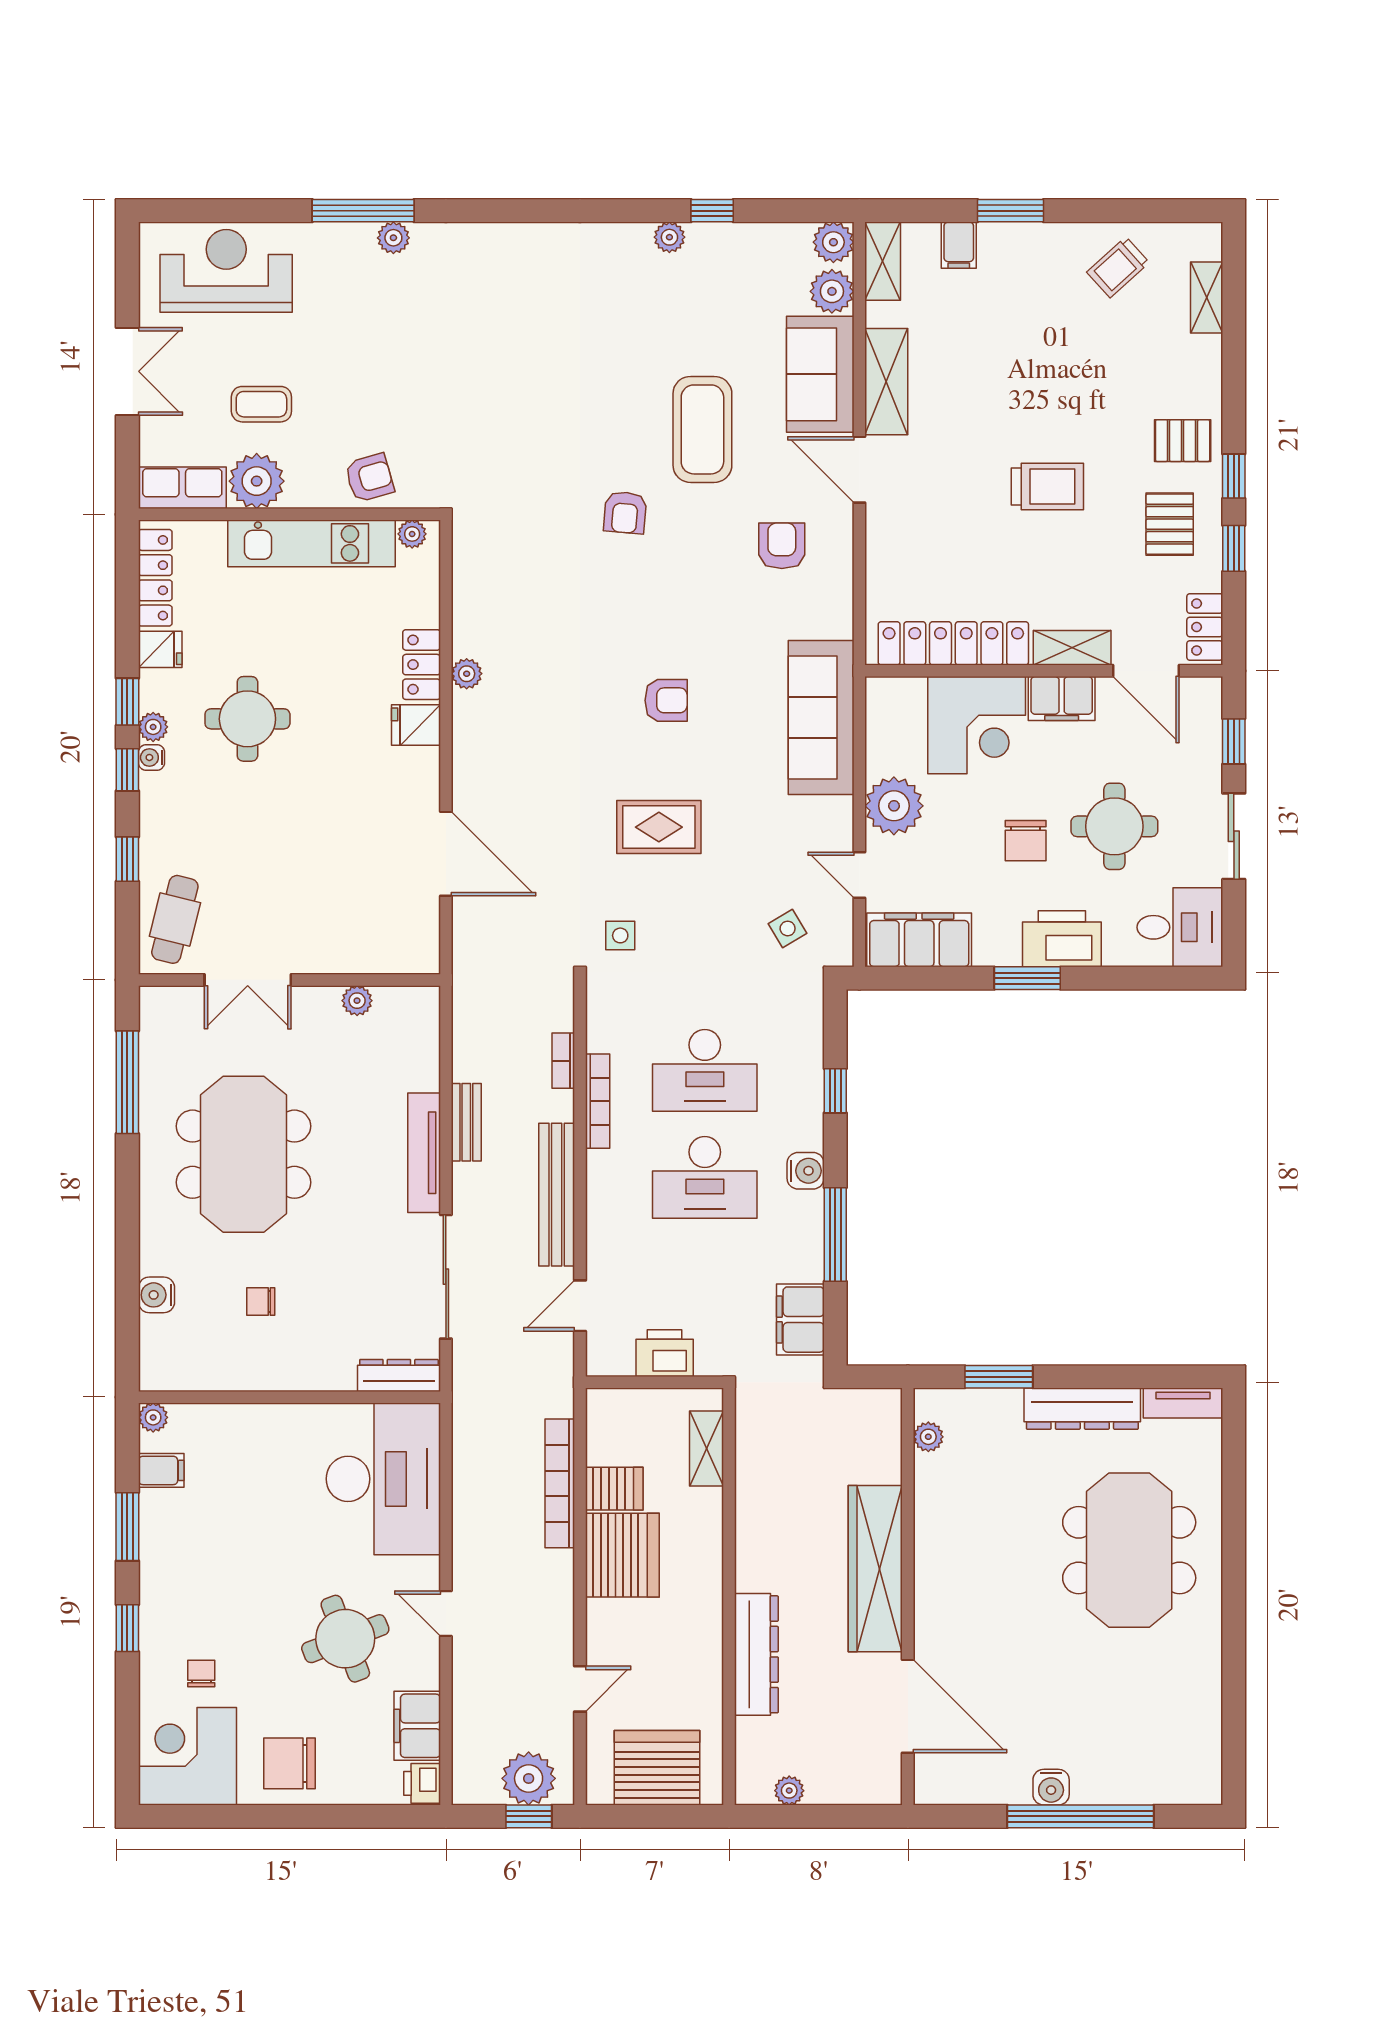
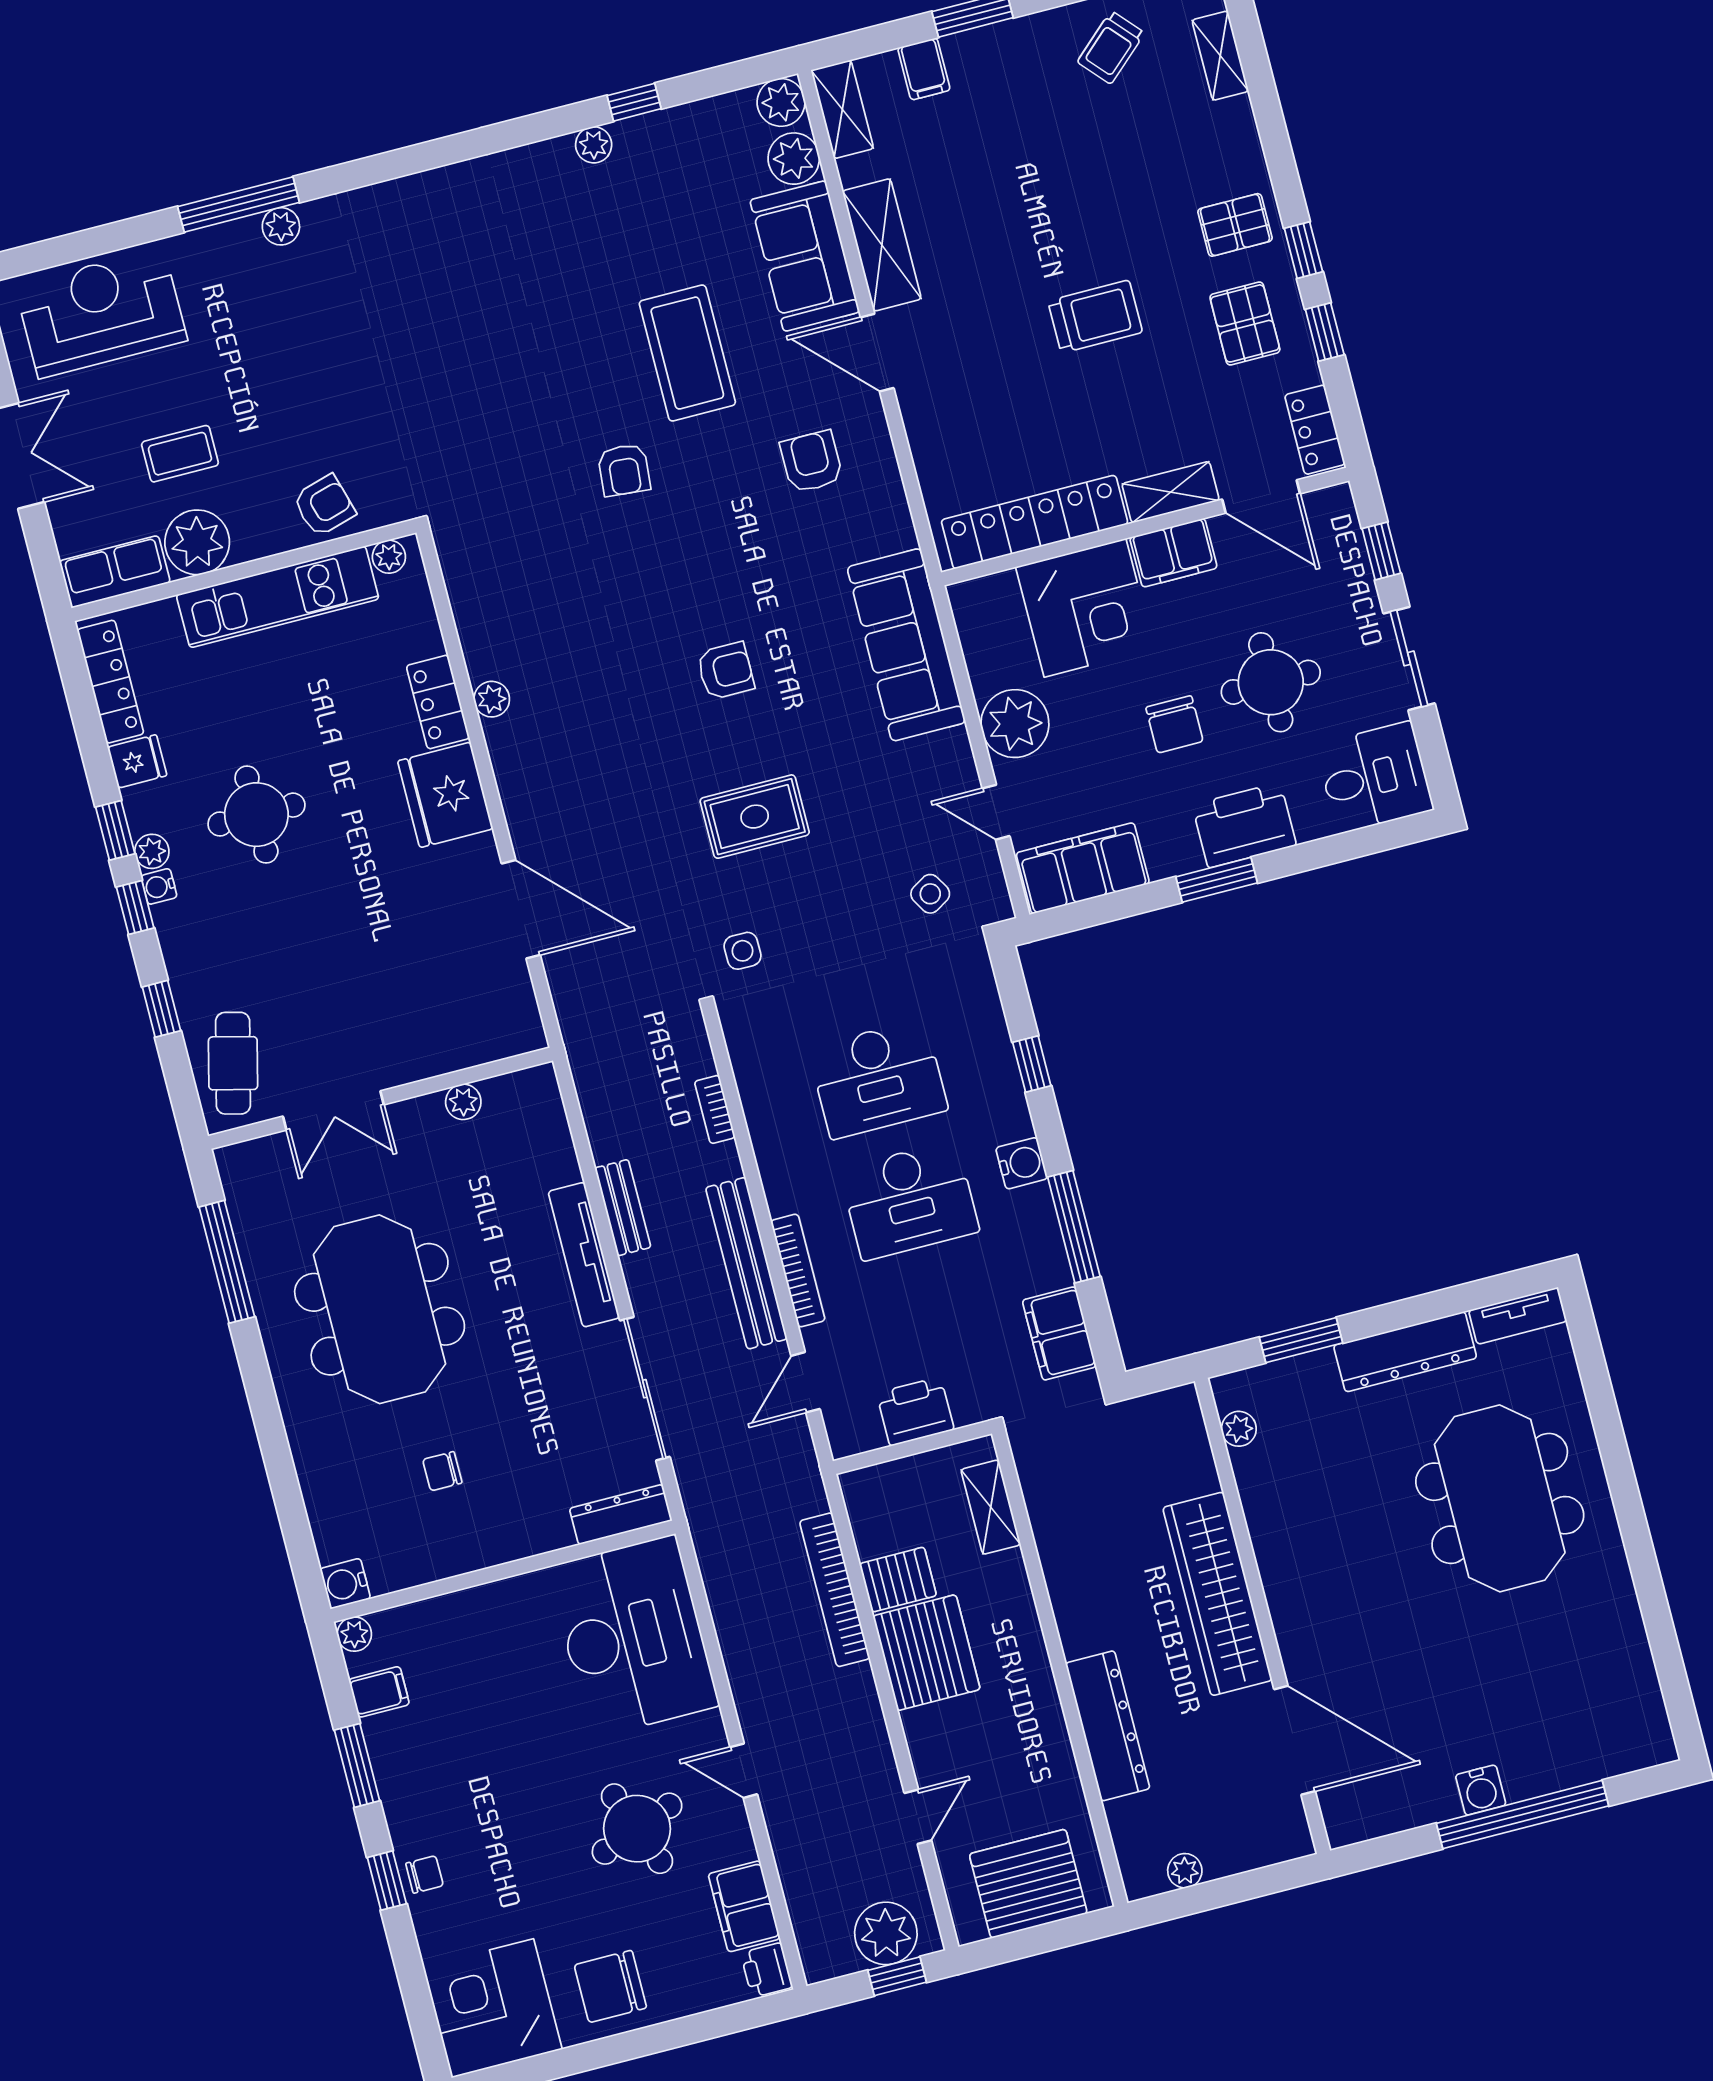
fridge: (416, 725) -> (445, 795), width x1.88, depth x1.34
bookcase: (598, 1101) -> (798, 1271), moved
water cooler: (156, 1295) -> (345, 1584), moved
chair: (201, 1673) -> (424, 1875), moved, turned 90

